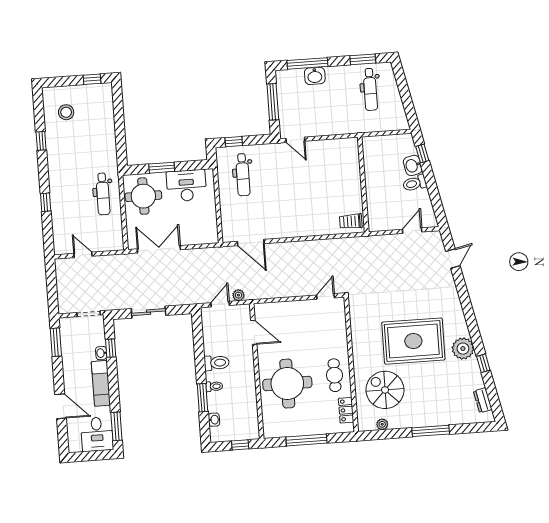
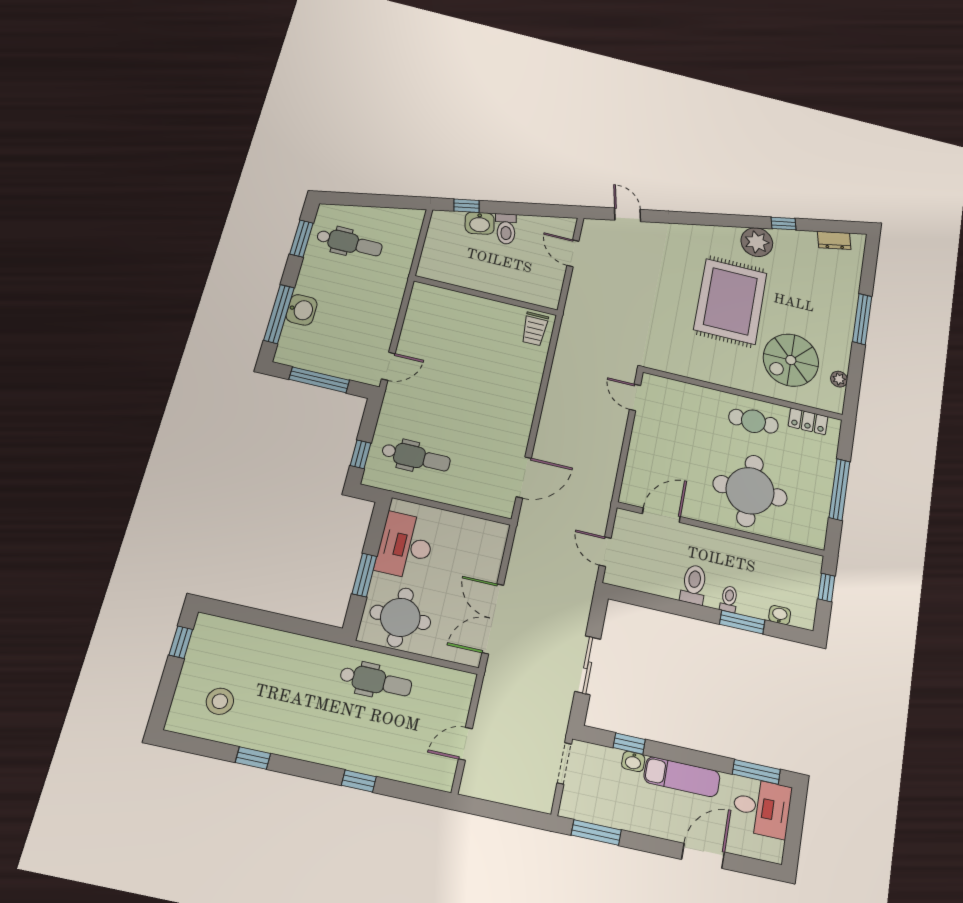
plant: (239, 295) -> (599, 520), removed

